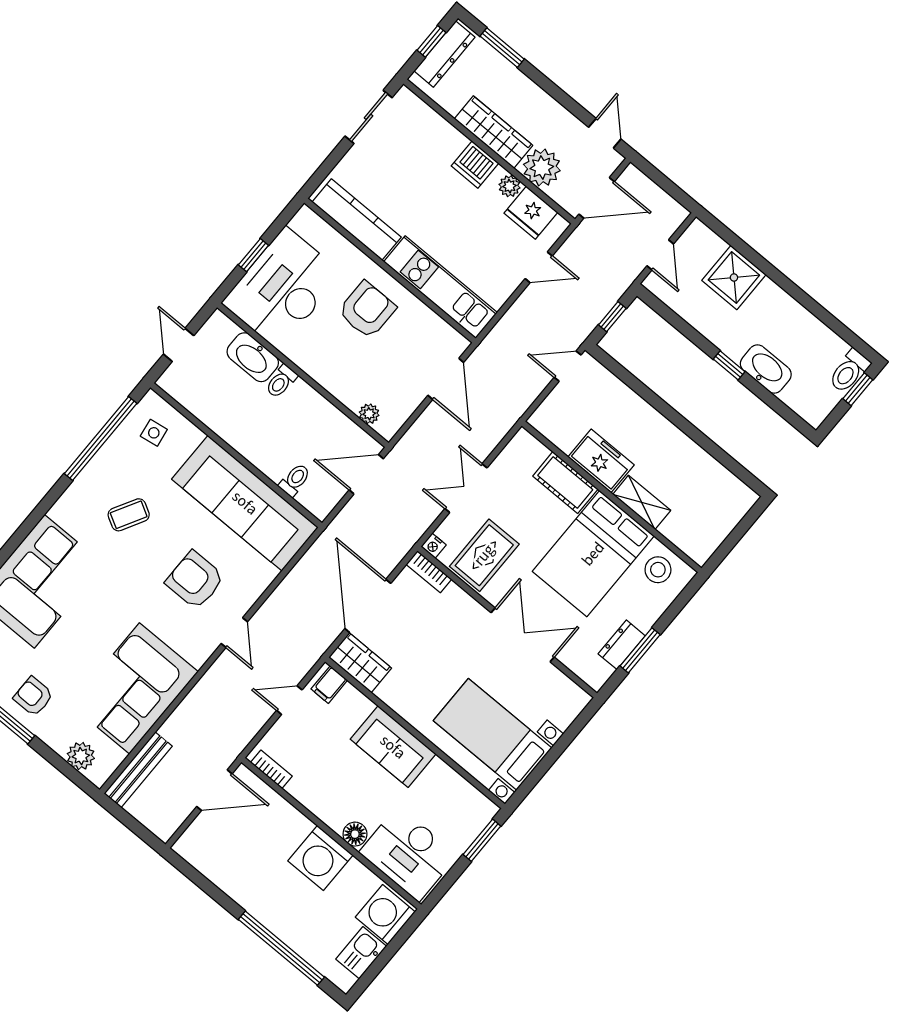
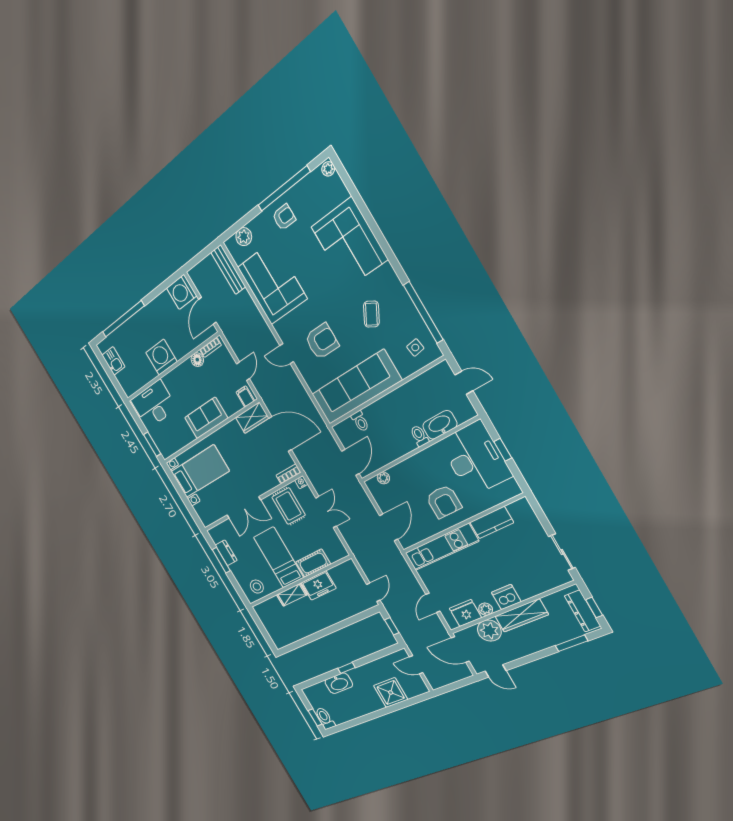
door: (597, 198) -> (460, 650), hinge flipped
kitchen counter: (357, 220) -> (492, 523), width x0.67
door: (446, 379) -> (389, 527), swing flipped
bed: (593, 554) -> (278, 557), width x0.67
floor lamp: (355, 834) -> (197, 360), moved
washing machine: (385, 914) -> (182, 292), moved, turned 180

